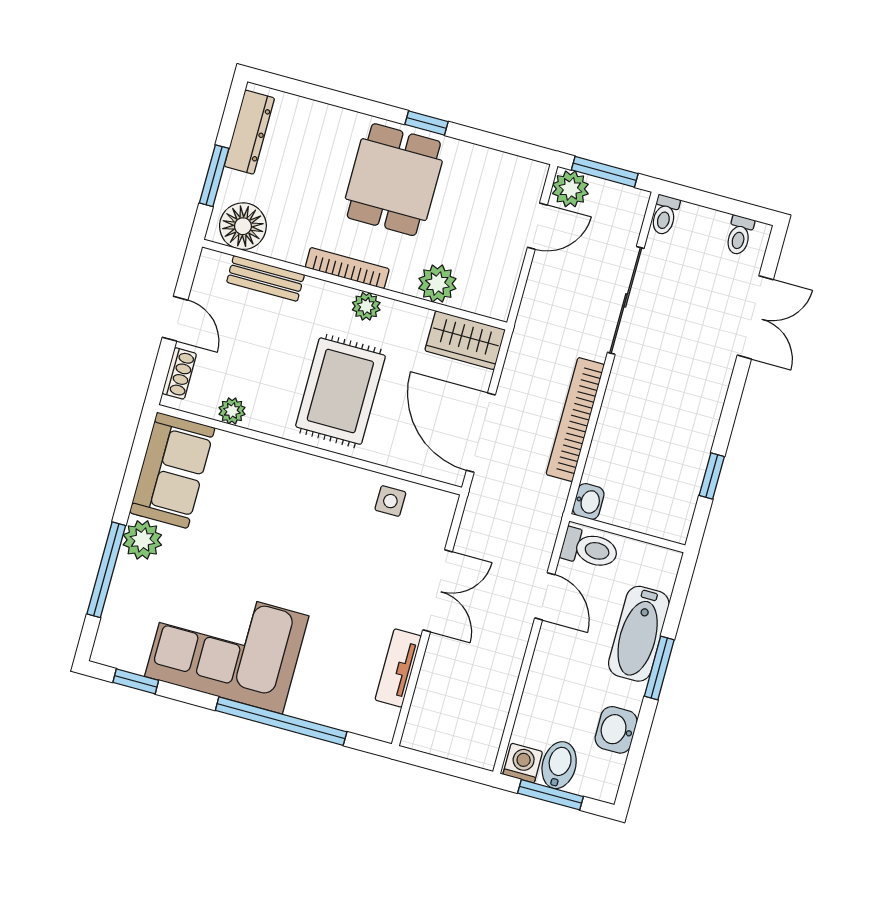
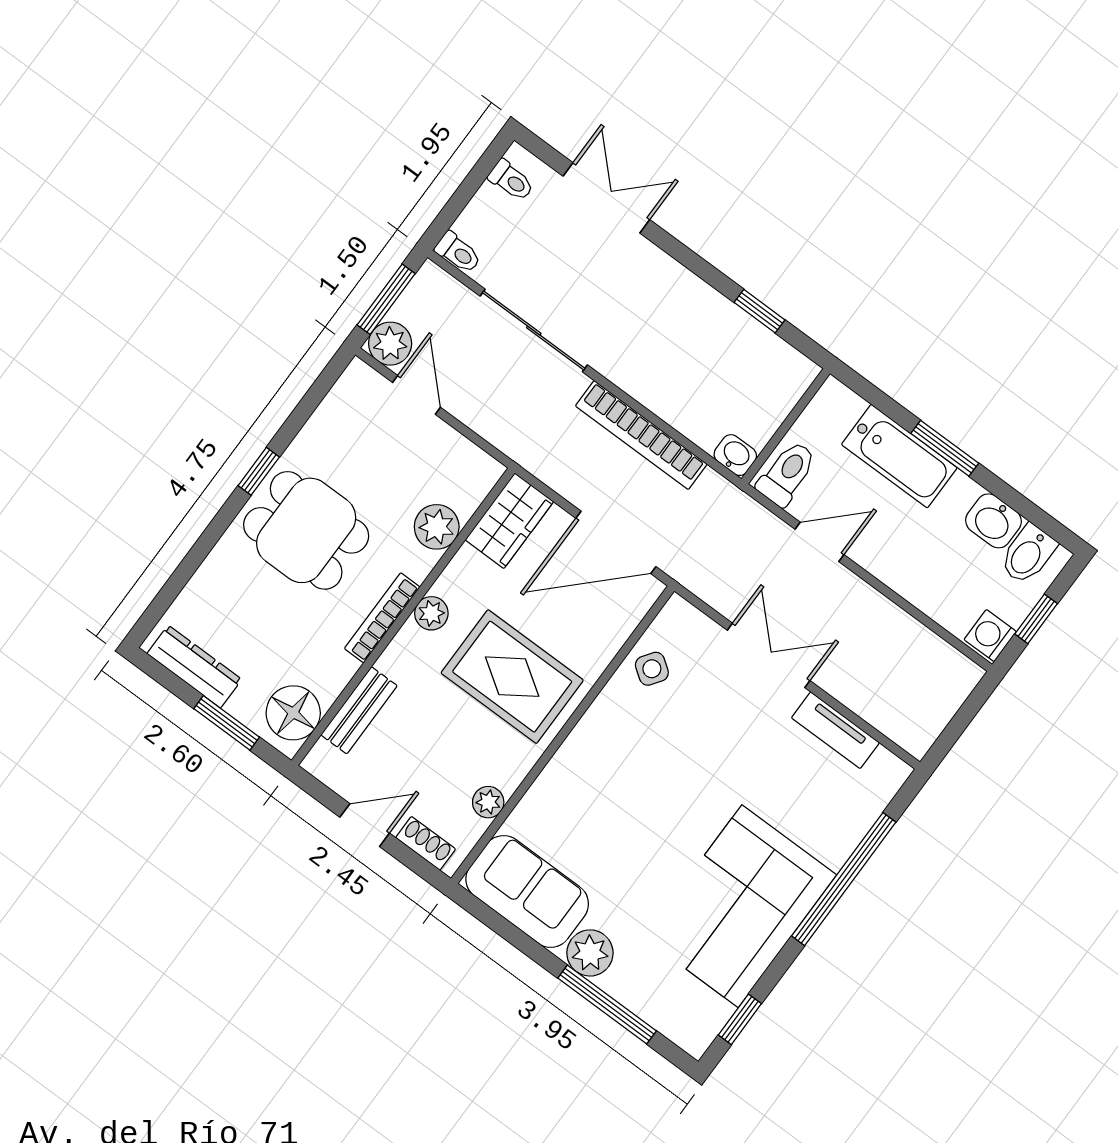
side table: (390, 501) -> (652, 669), turned 35
bidet: (559, 765) -> (1028, 554), moved, turned -90
window: (551, 795) -> (1036, 619), width x0.67

